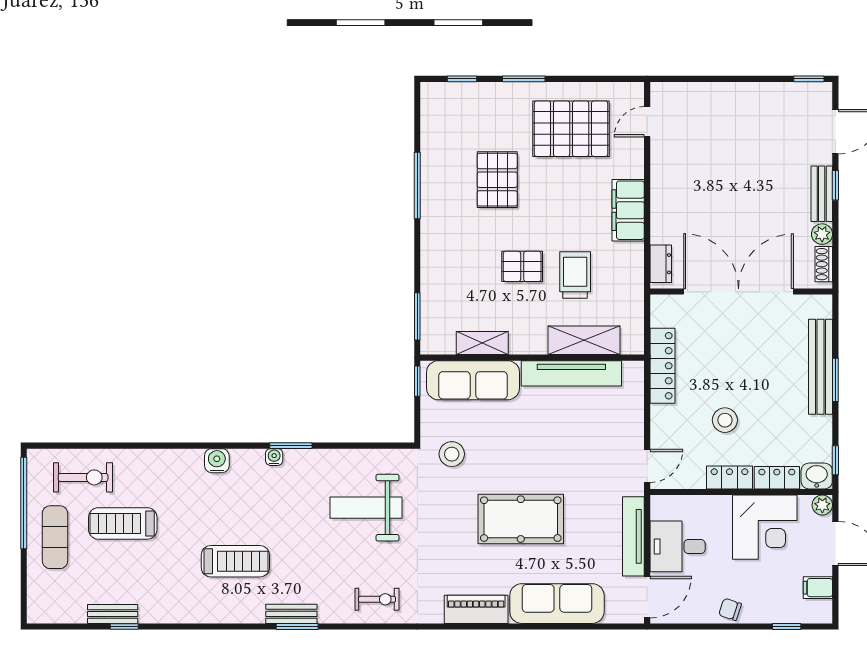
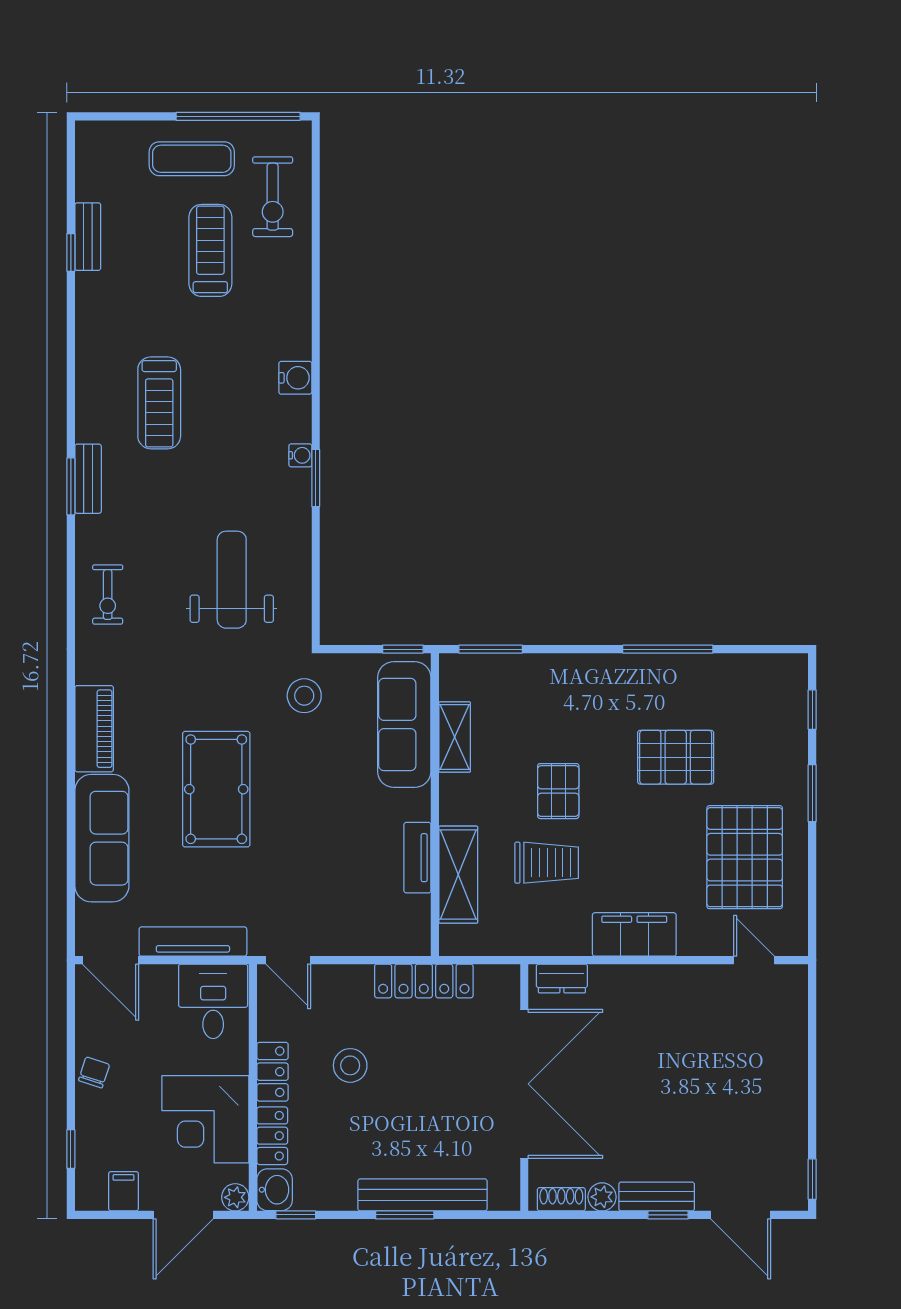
tv unit: (571, 373) -> (417, 858), width x0.52, depth x0.78
desk: (678, 546) -> (213, 1001), moved

